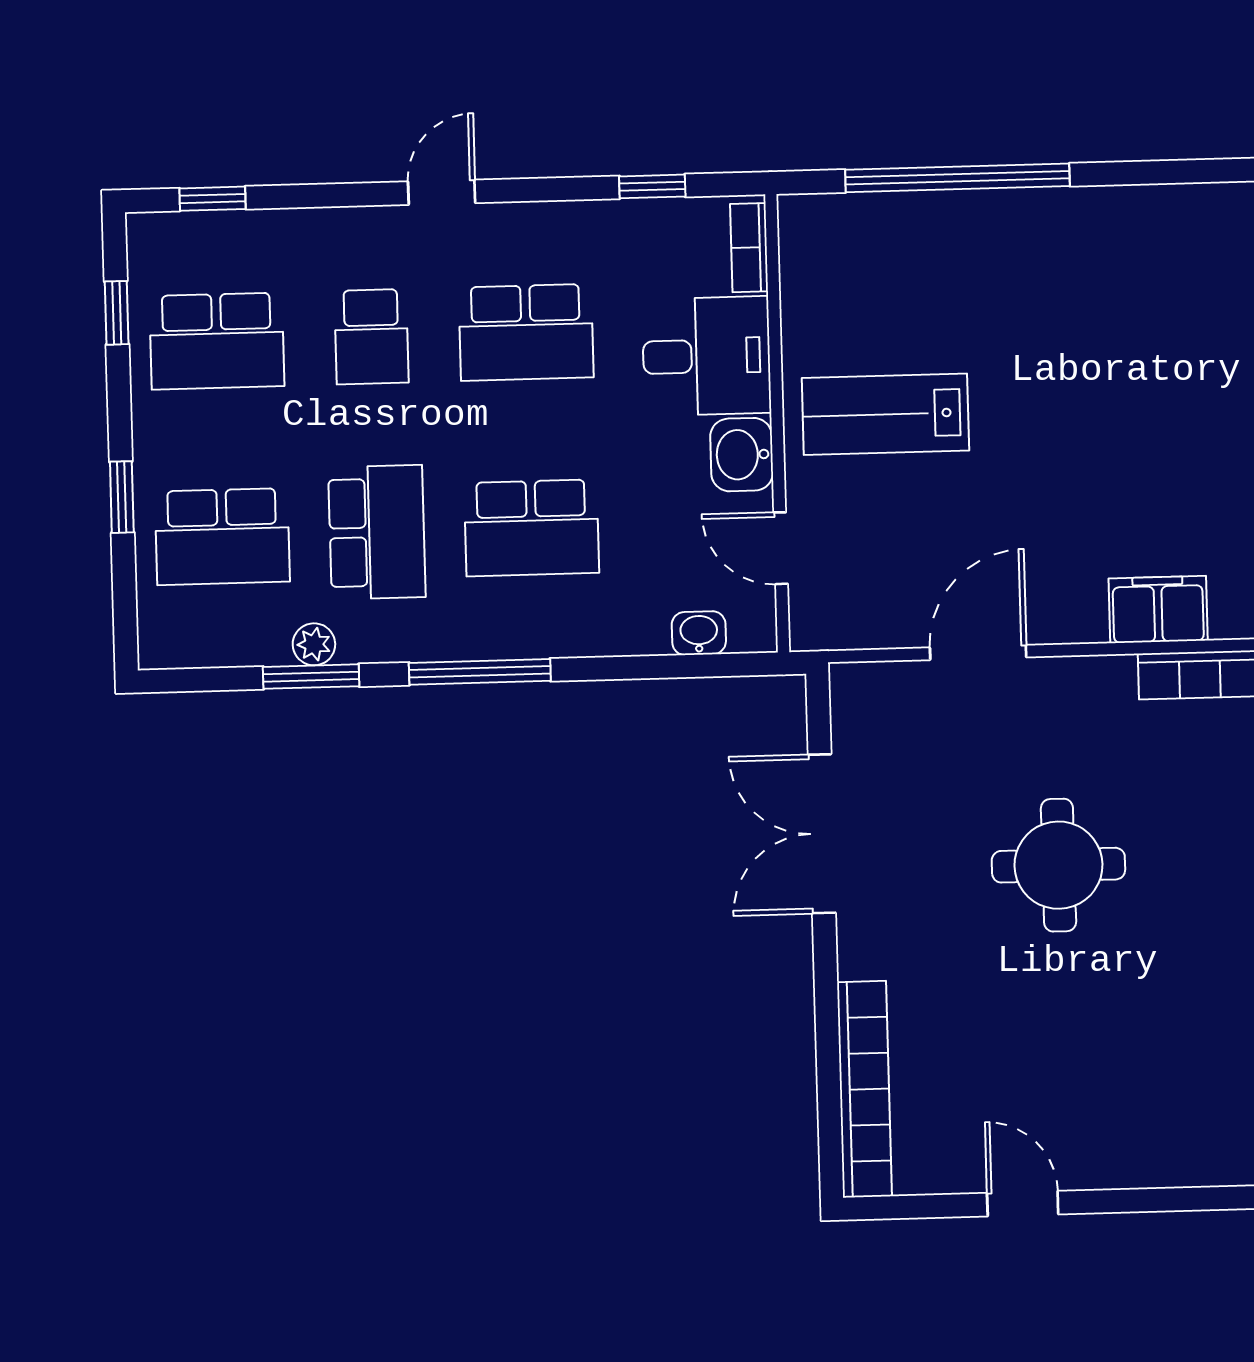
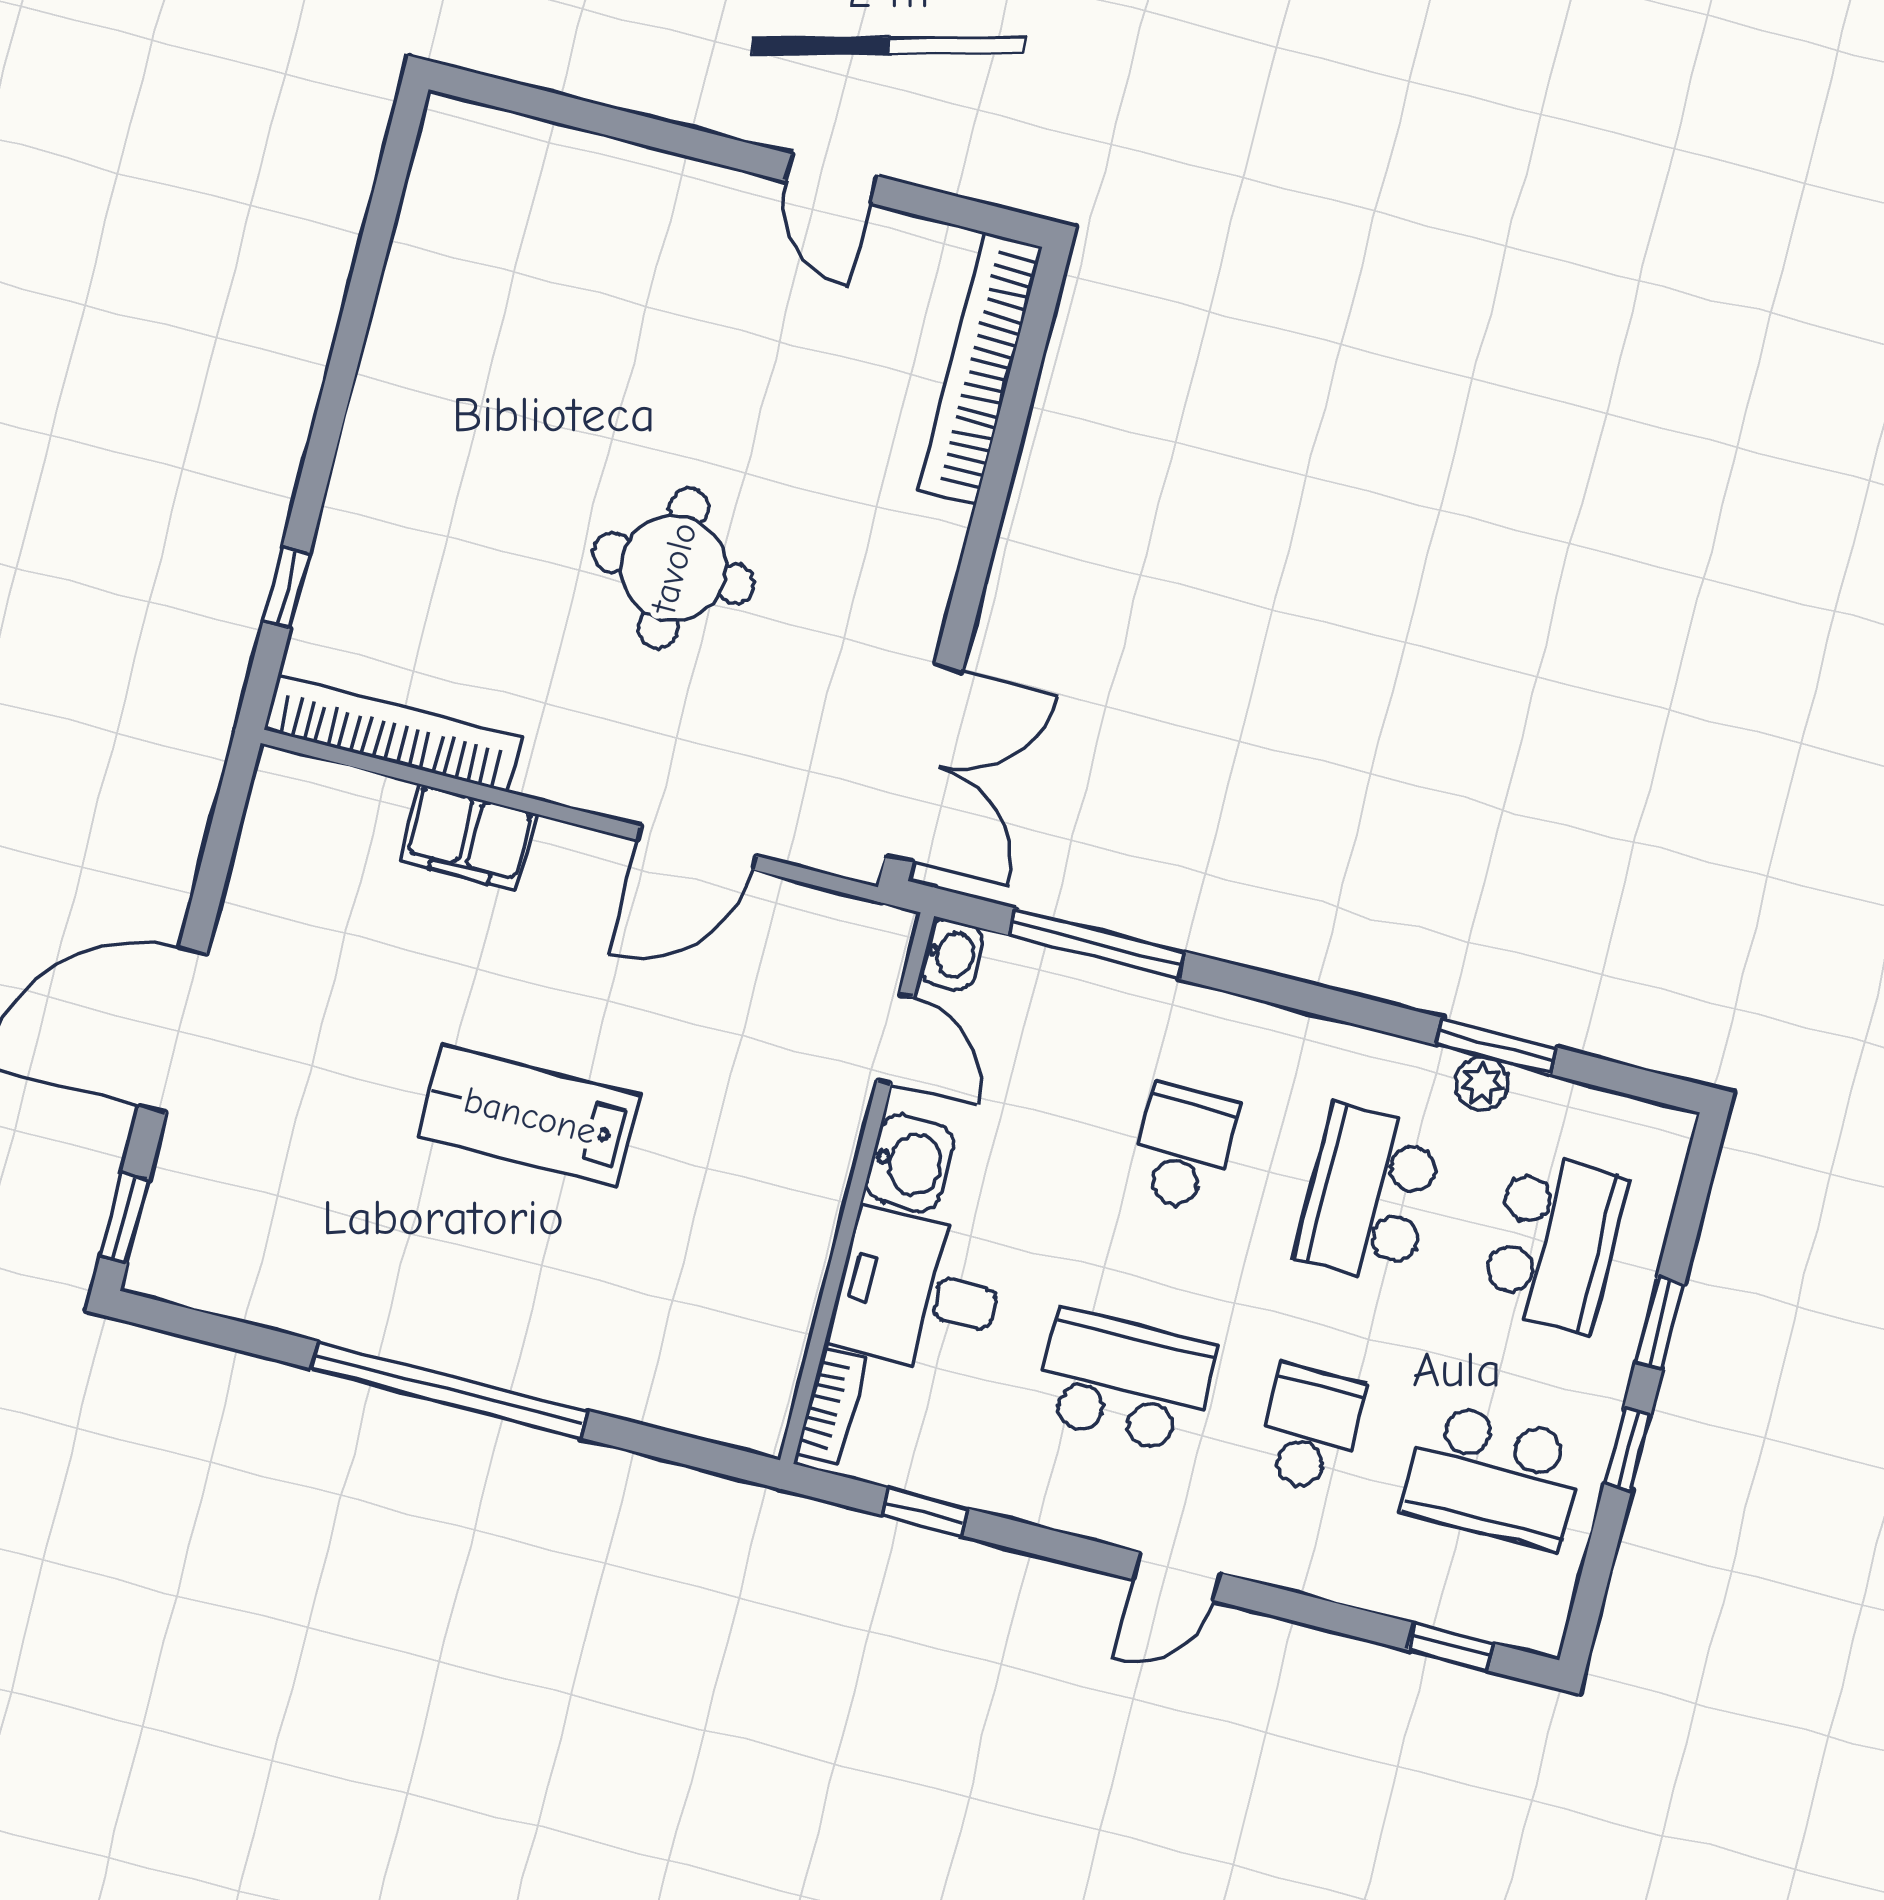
window: (957, 178) -> (449, 1389), moved
window: (117, 313) -> (1628, 1449), moved
school desk: (217, 341) -> (1494, 1476), turned 180
lab bench: (885, 414) -> (530, 1116), moved, turned 180
school desk: (531, 528) -> (1184, 1147), width x0.54
school desk: (222, 537) -> (1554, 1242), turned 90
washbasin: (699, 633) -> (952, 954), moved, turned -90
window: (480, 672) -> (1098, 944), moved
double door: (822, 834) -> (924, 763), moved

